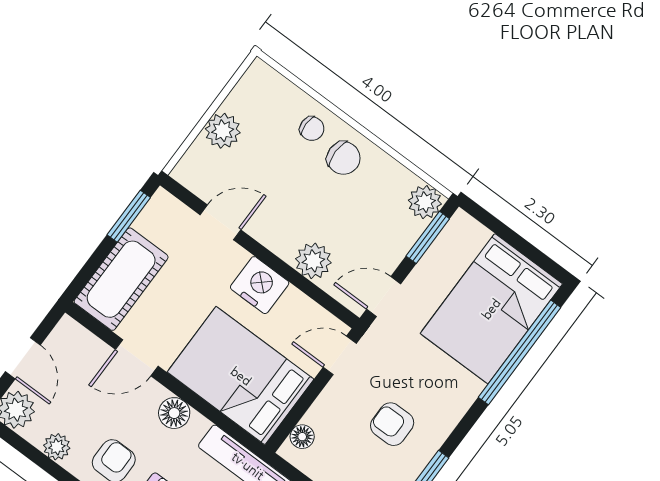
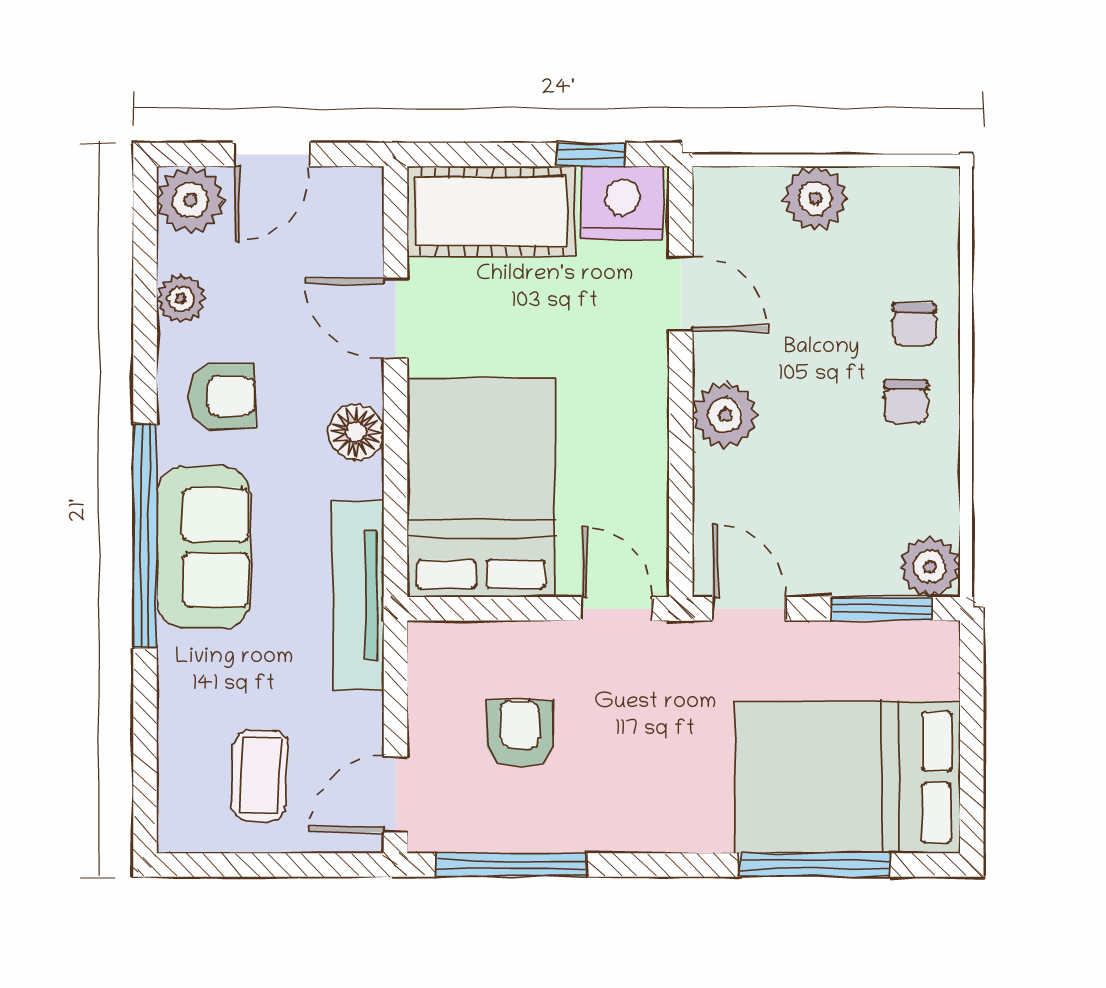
chair: (344, 158) -> (906, 402), width x0.73, depth x0.73
window: (129, 216) -> (591, 155), width x0.67
plant: (313, 261) -> (725, 415), moved
nightstand: (260, 285) -> (622, 203), moved, turned -90
window: (520, 352) -> (815, 865), width x0.68
armchair: (392, 424) -> (520, 734), moved
floor lamp: (302, 437) -> (459, 642), removed

